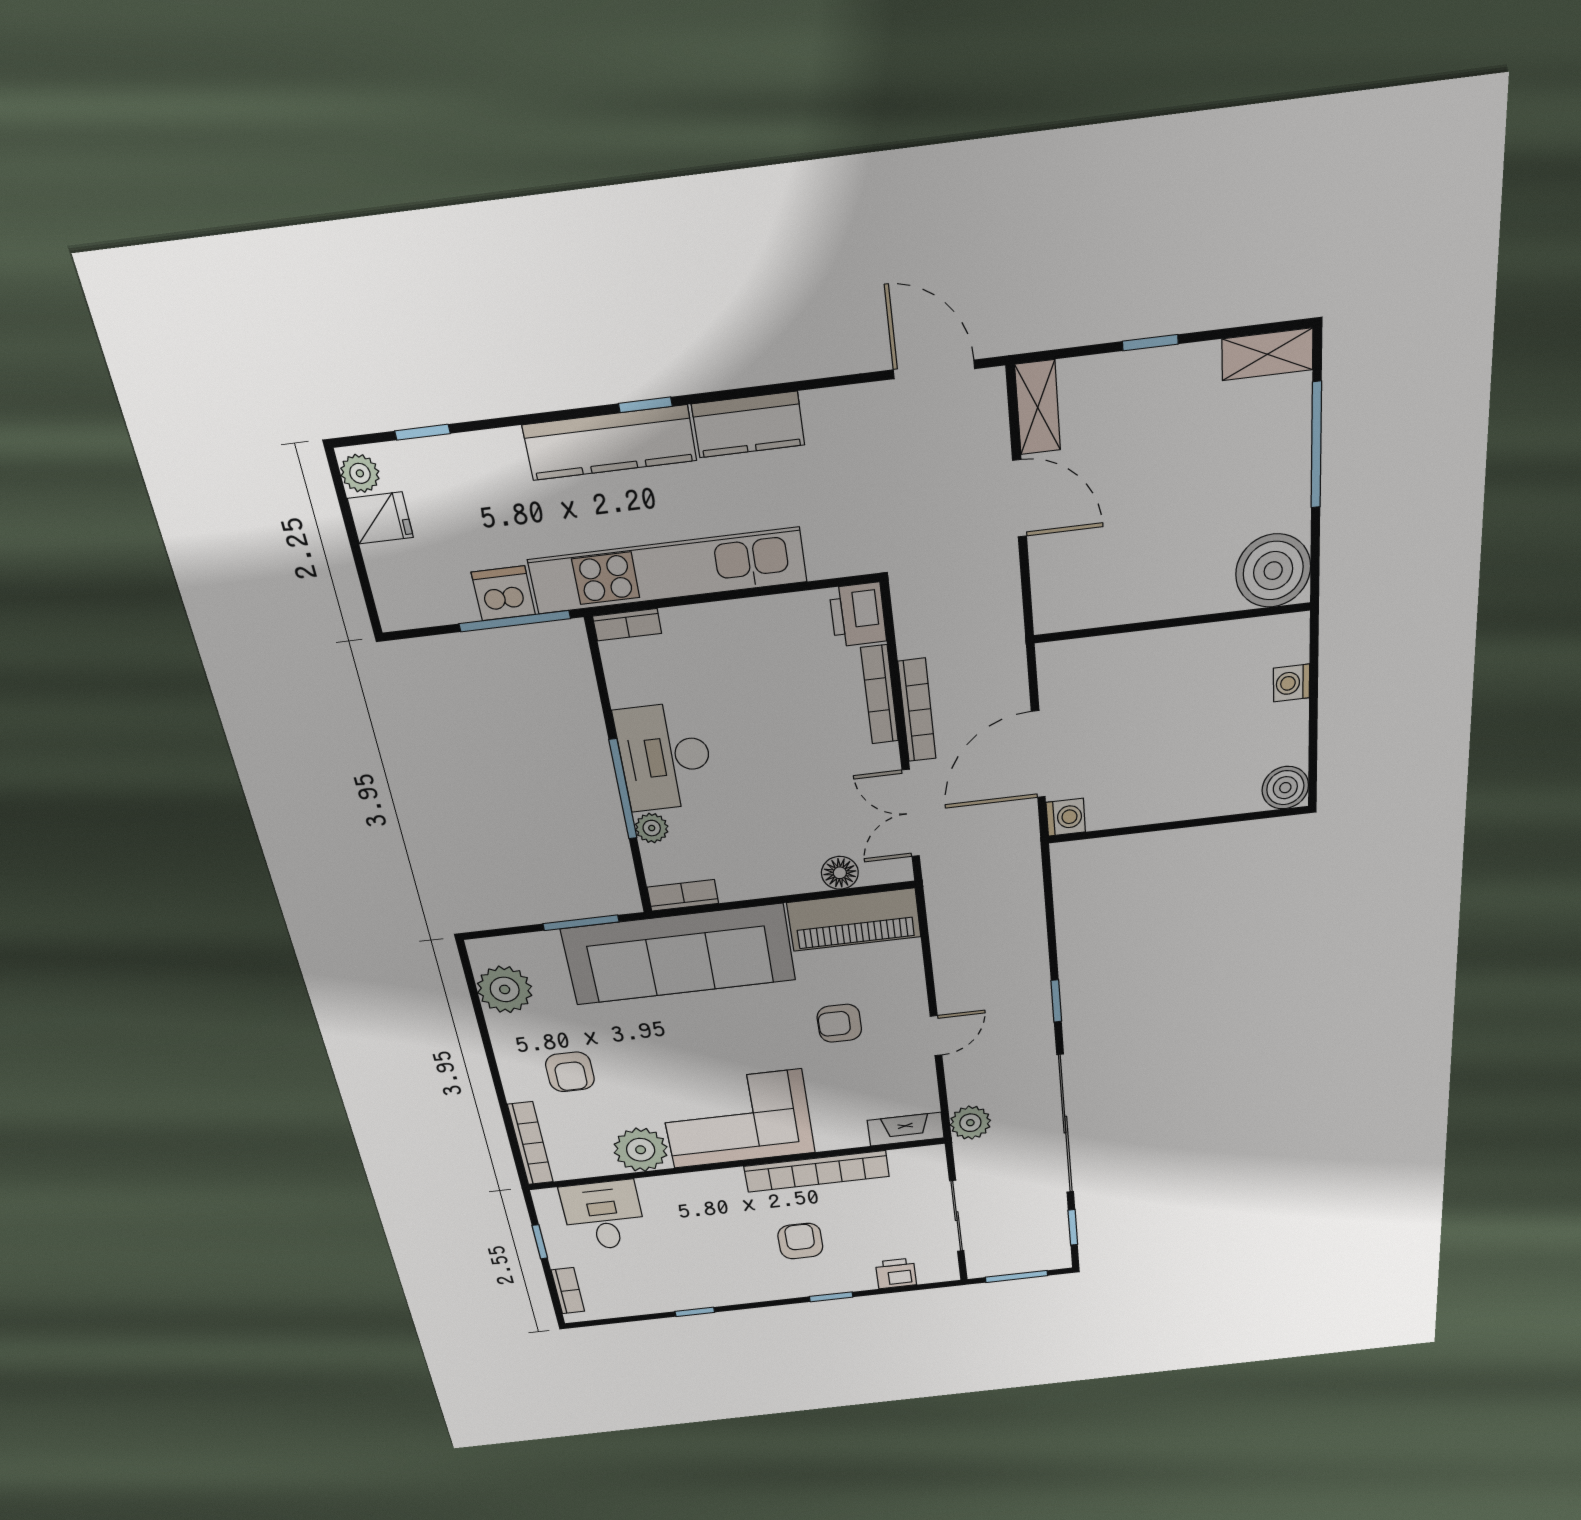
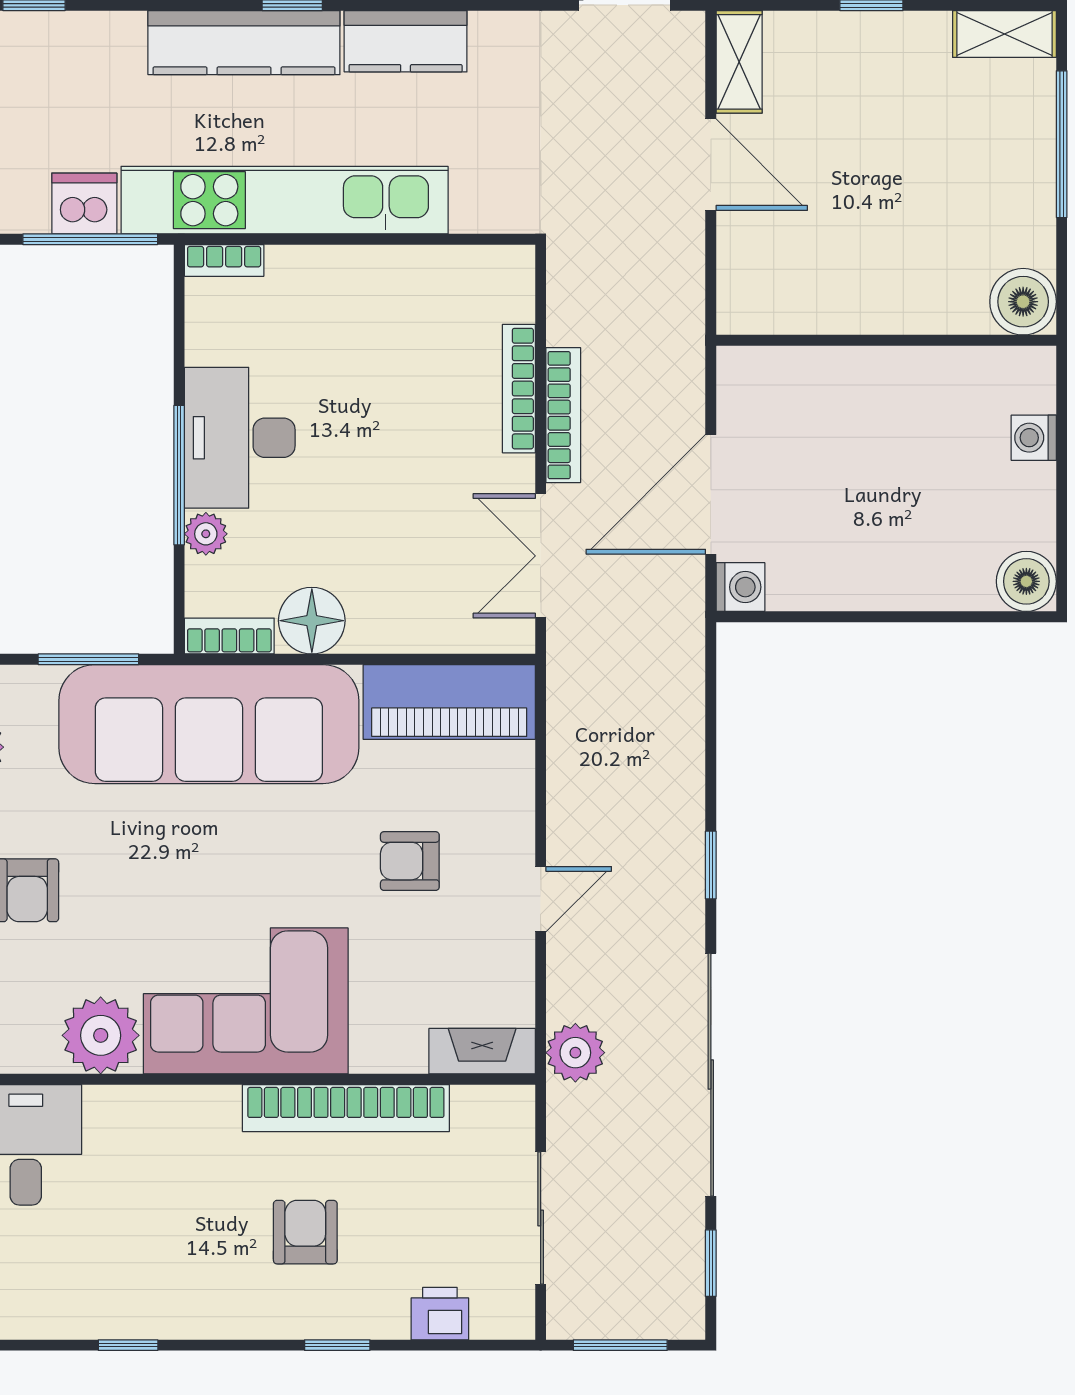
boiler: (1273, 571) -> (1023, 302), width x0.73, depth x0.73
printer: (858, 615) -> (504, 282), removed
floor lamp: (840, 873) -> (312, 621), moved, width x1.38, depth x1.38

